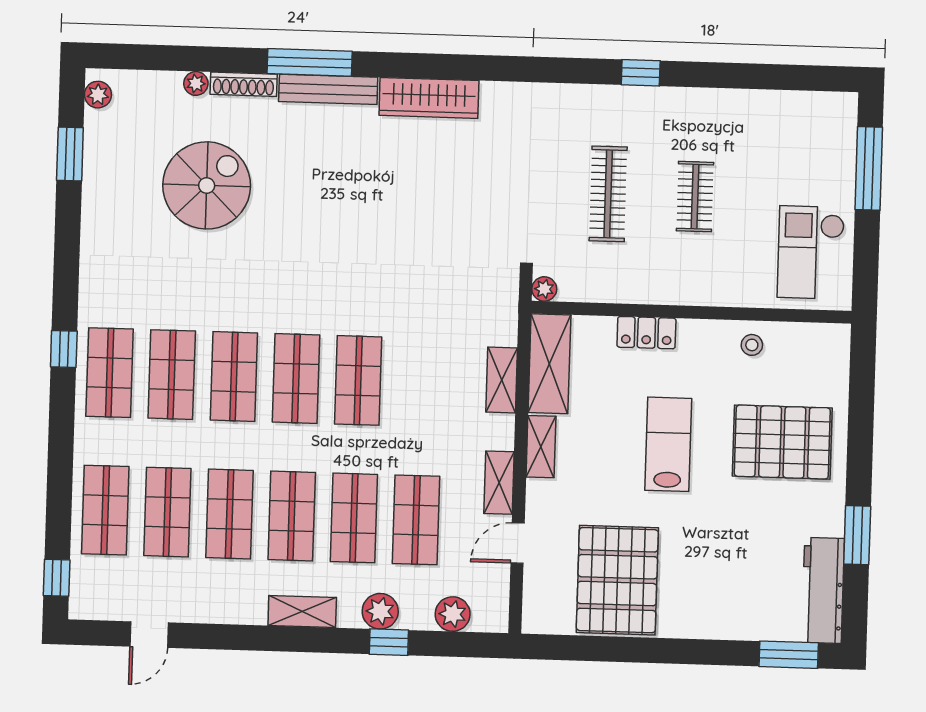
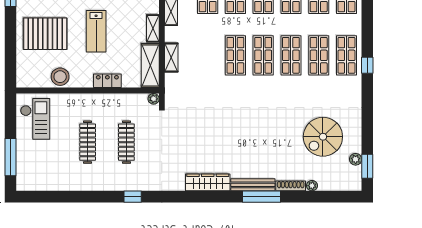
window: (641, 73) -> (133, 197), moved
plant: (98, 95) -> (356, 159), moved
window: (70, 154) -> (367, 166), moved
spiral stairs: (207, 185) -> (323, 137), moved
clothes rail: (695, 197) -> (88, 142), width x1.36
stool: (752, 345) -> (60, 77), width x1.89, depth x1.89

